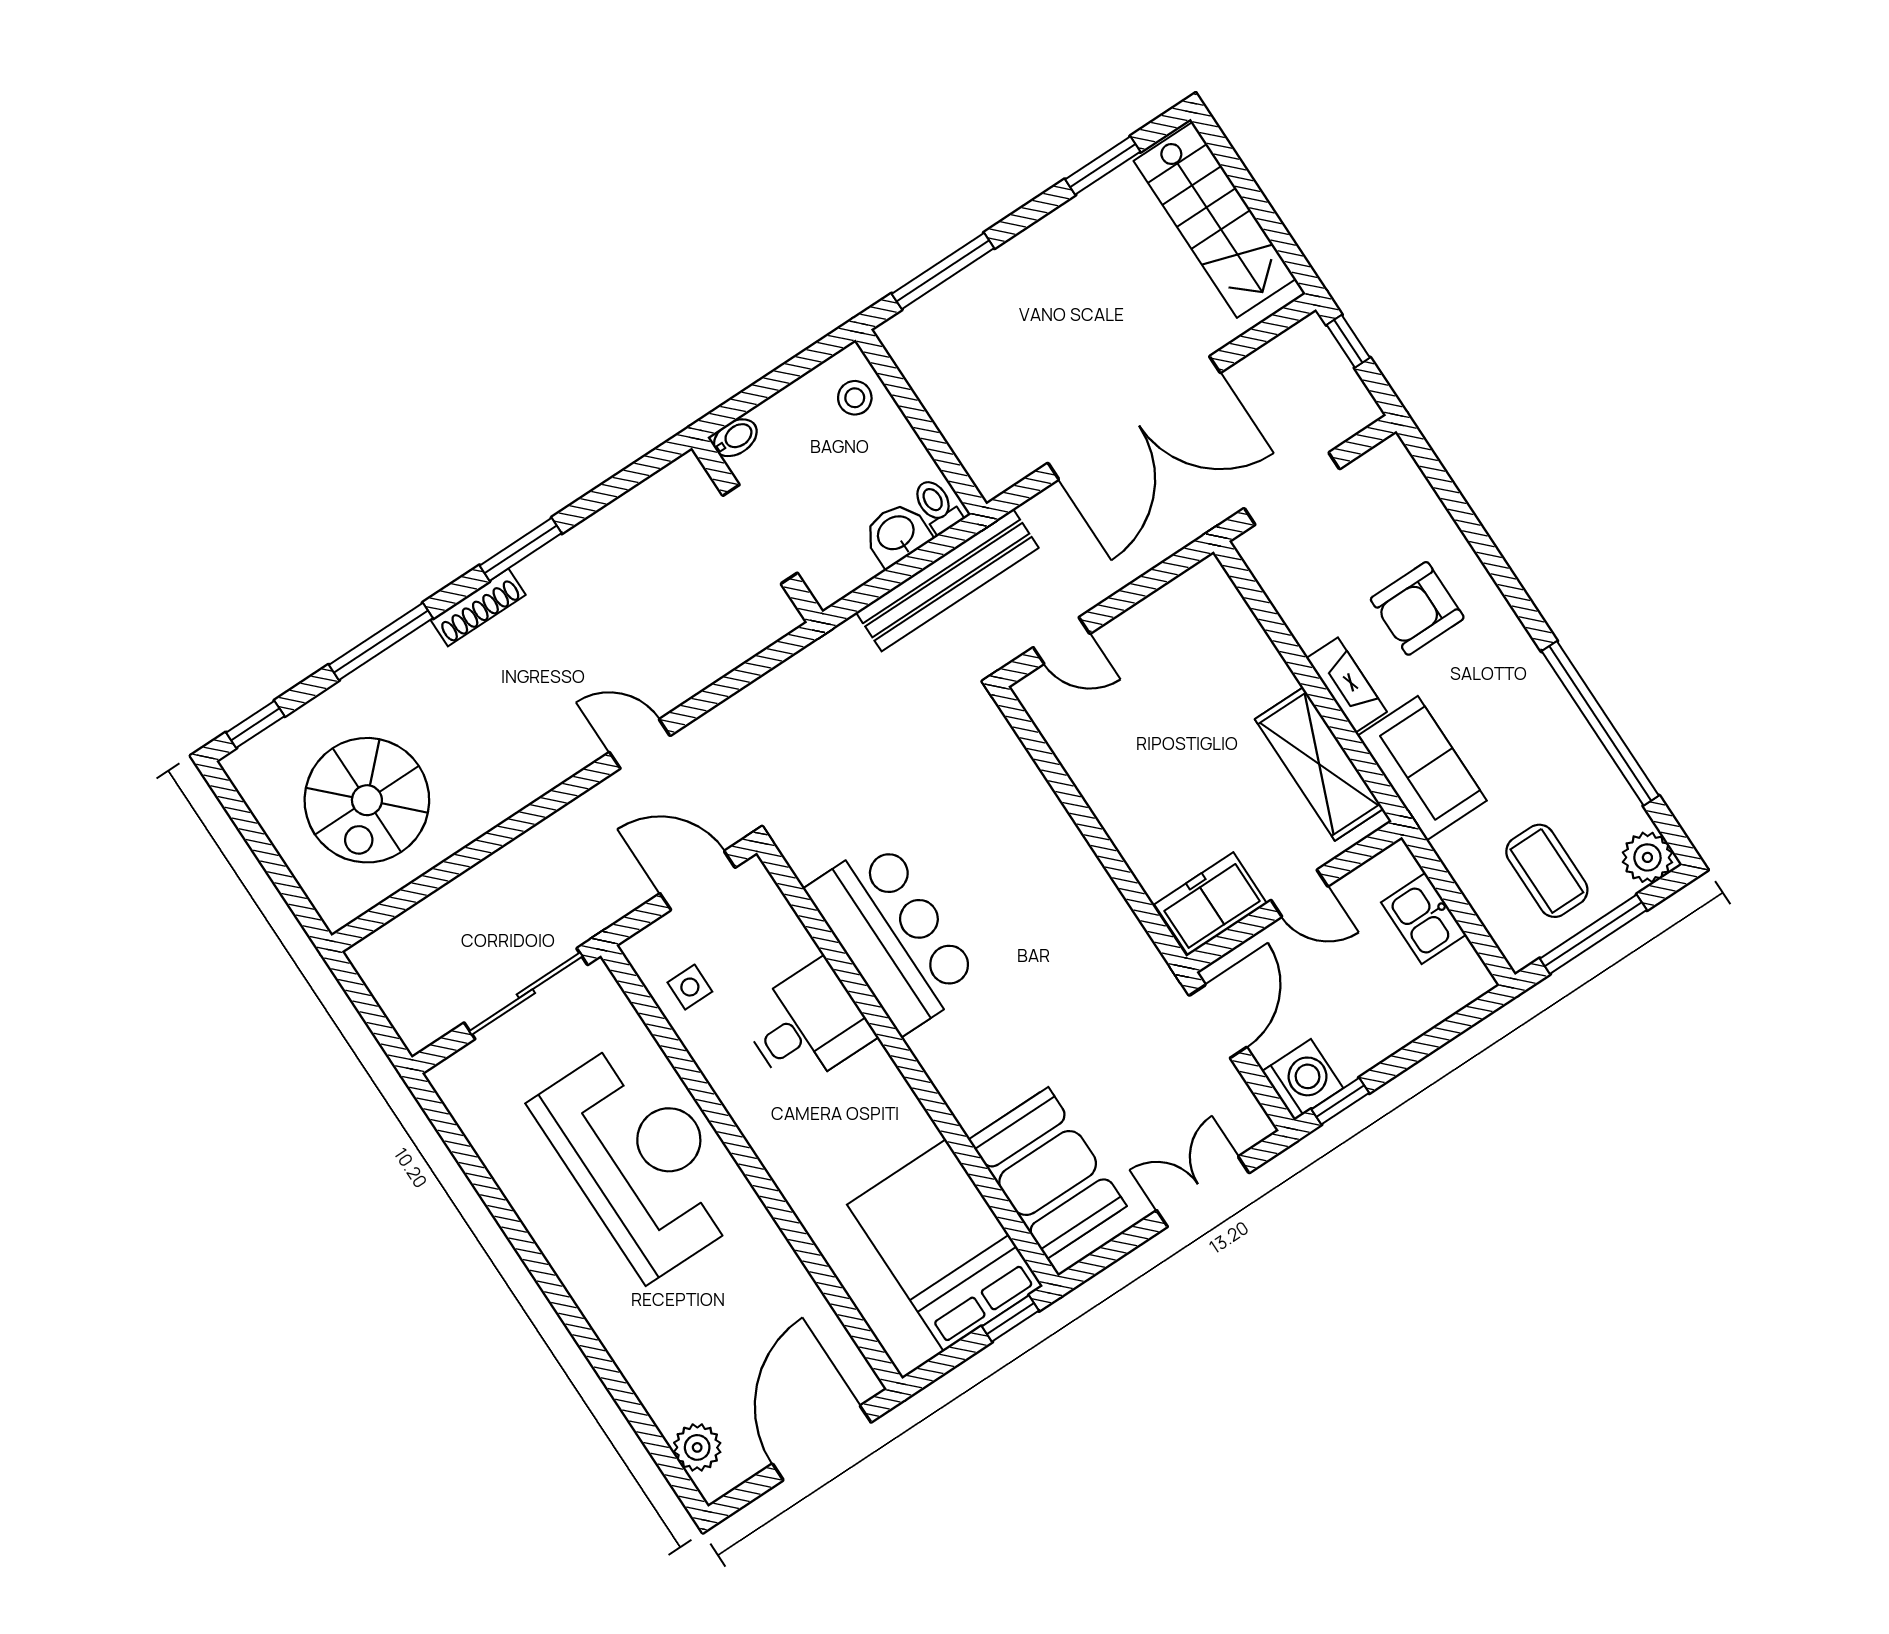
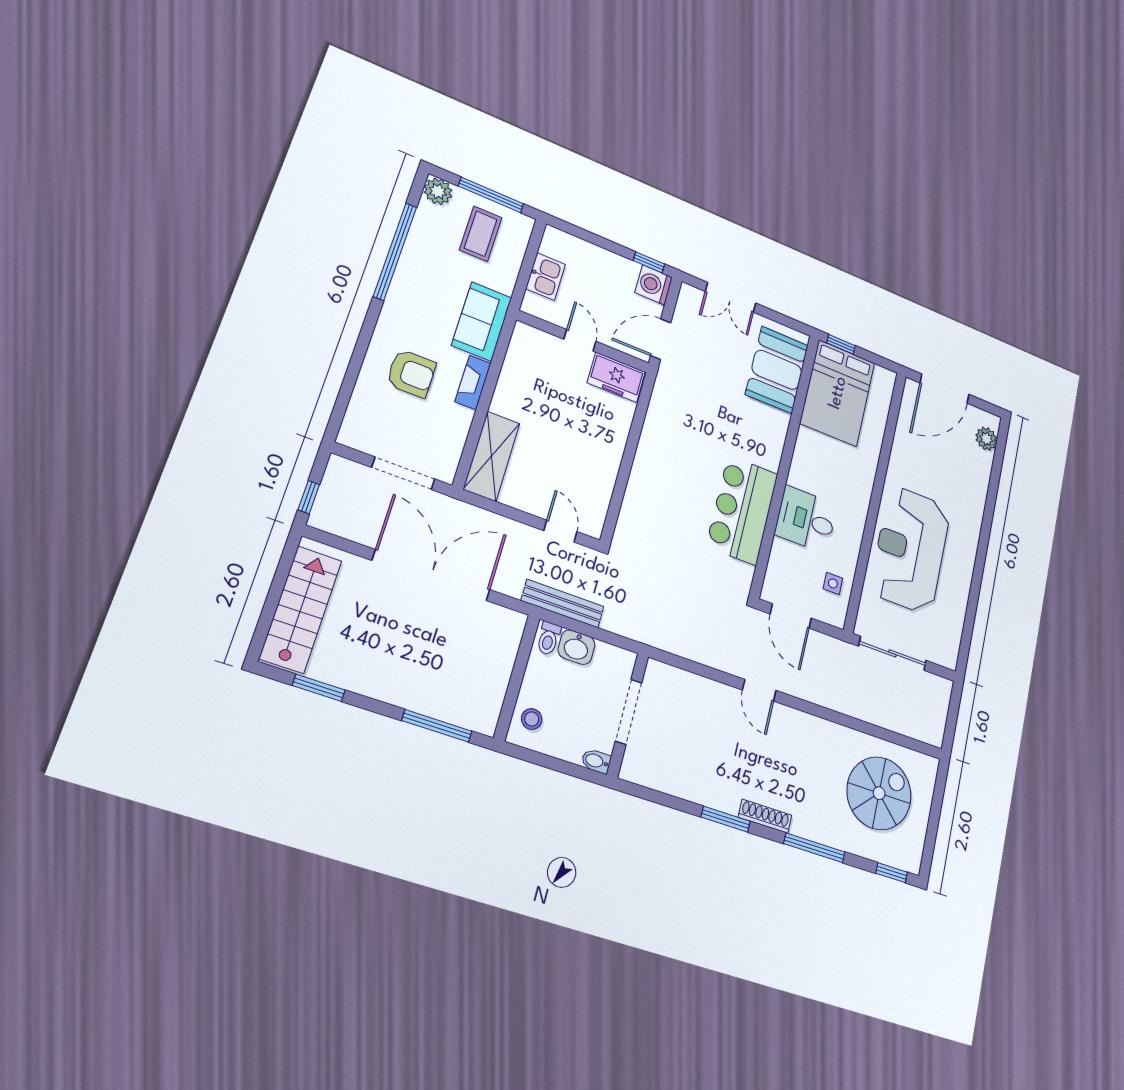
bench: (947, 580) -> (563, 604), width x0.73, depth x0.82
shelving: (1319, 764) -> (492, 456), moved

